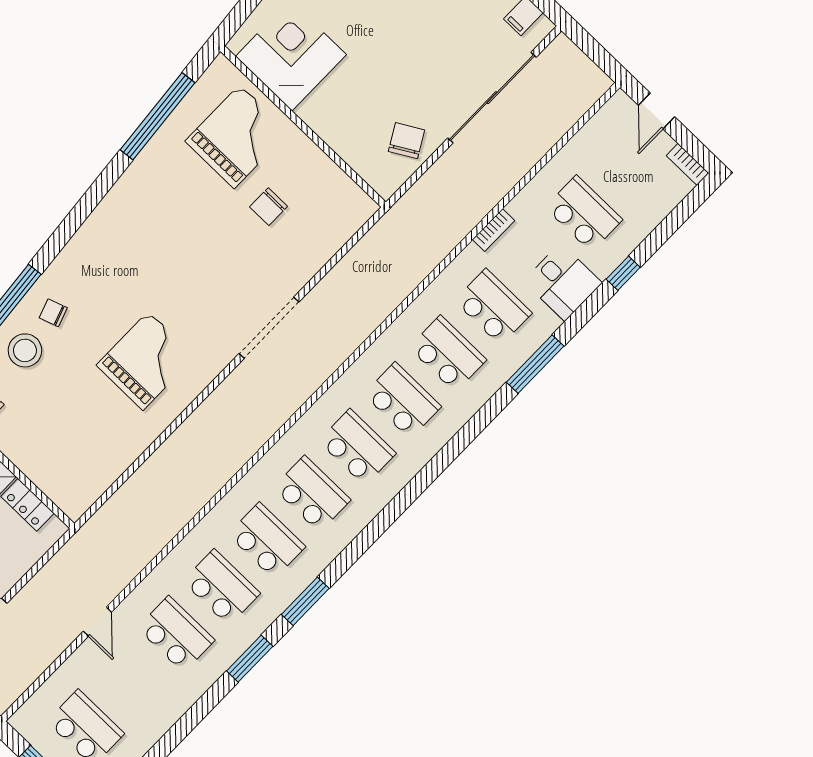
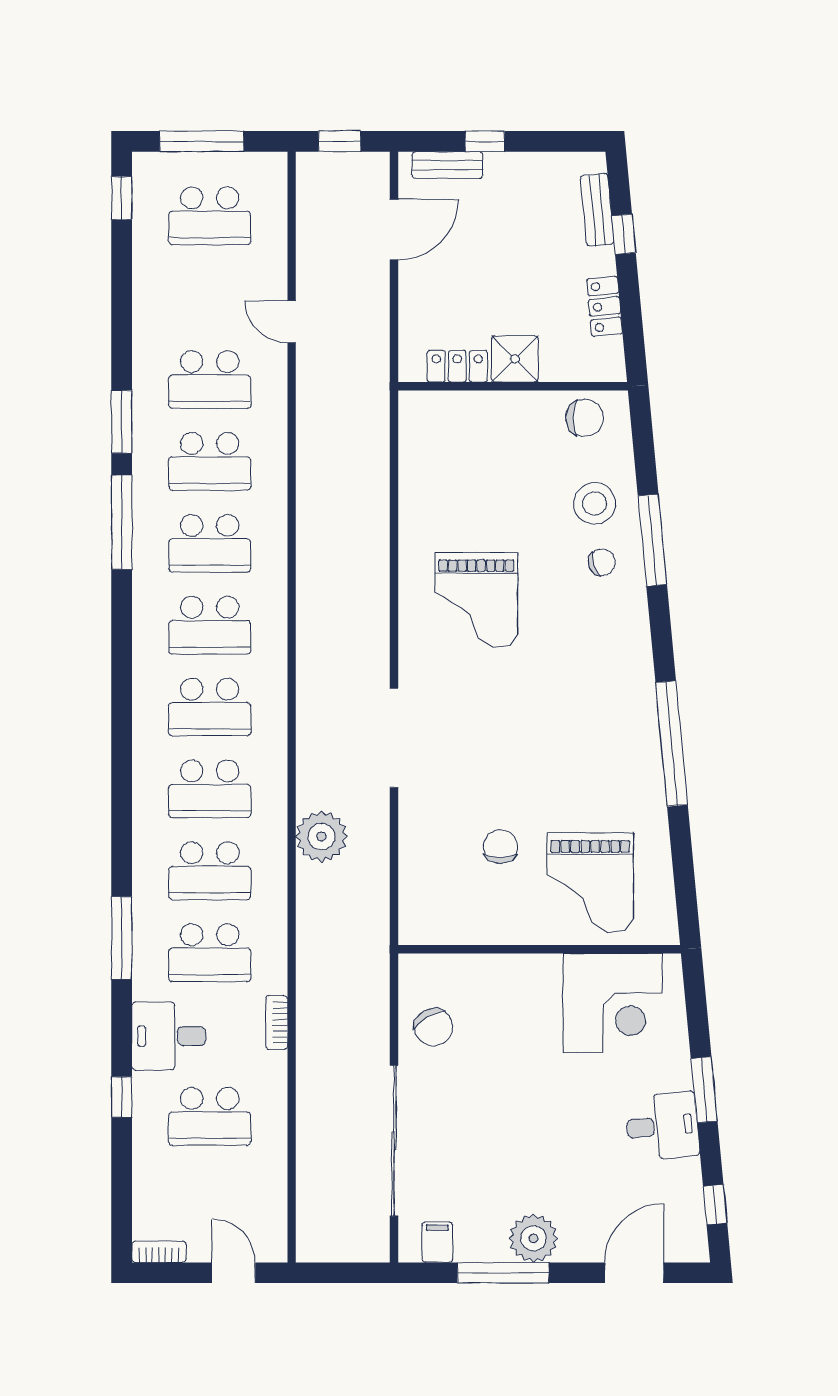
window: (158, 116) -> (672, 744), moved
plant: (365, 311) -> (321, 837), added
window: (305, 601) -> (122, 522), width x1.44

